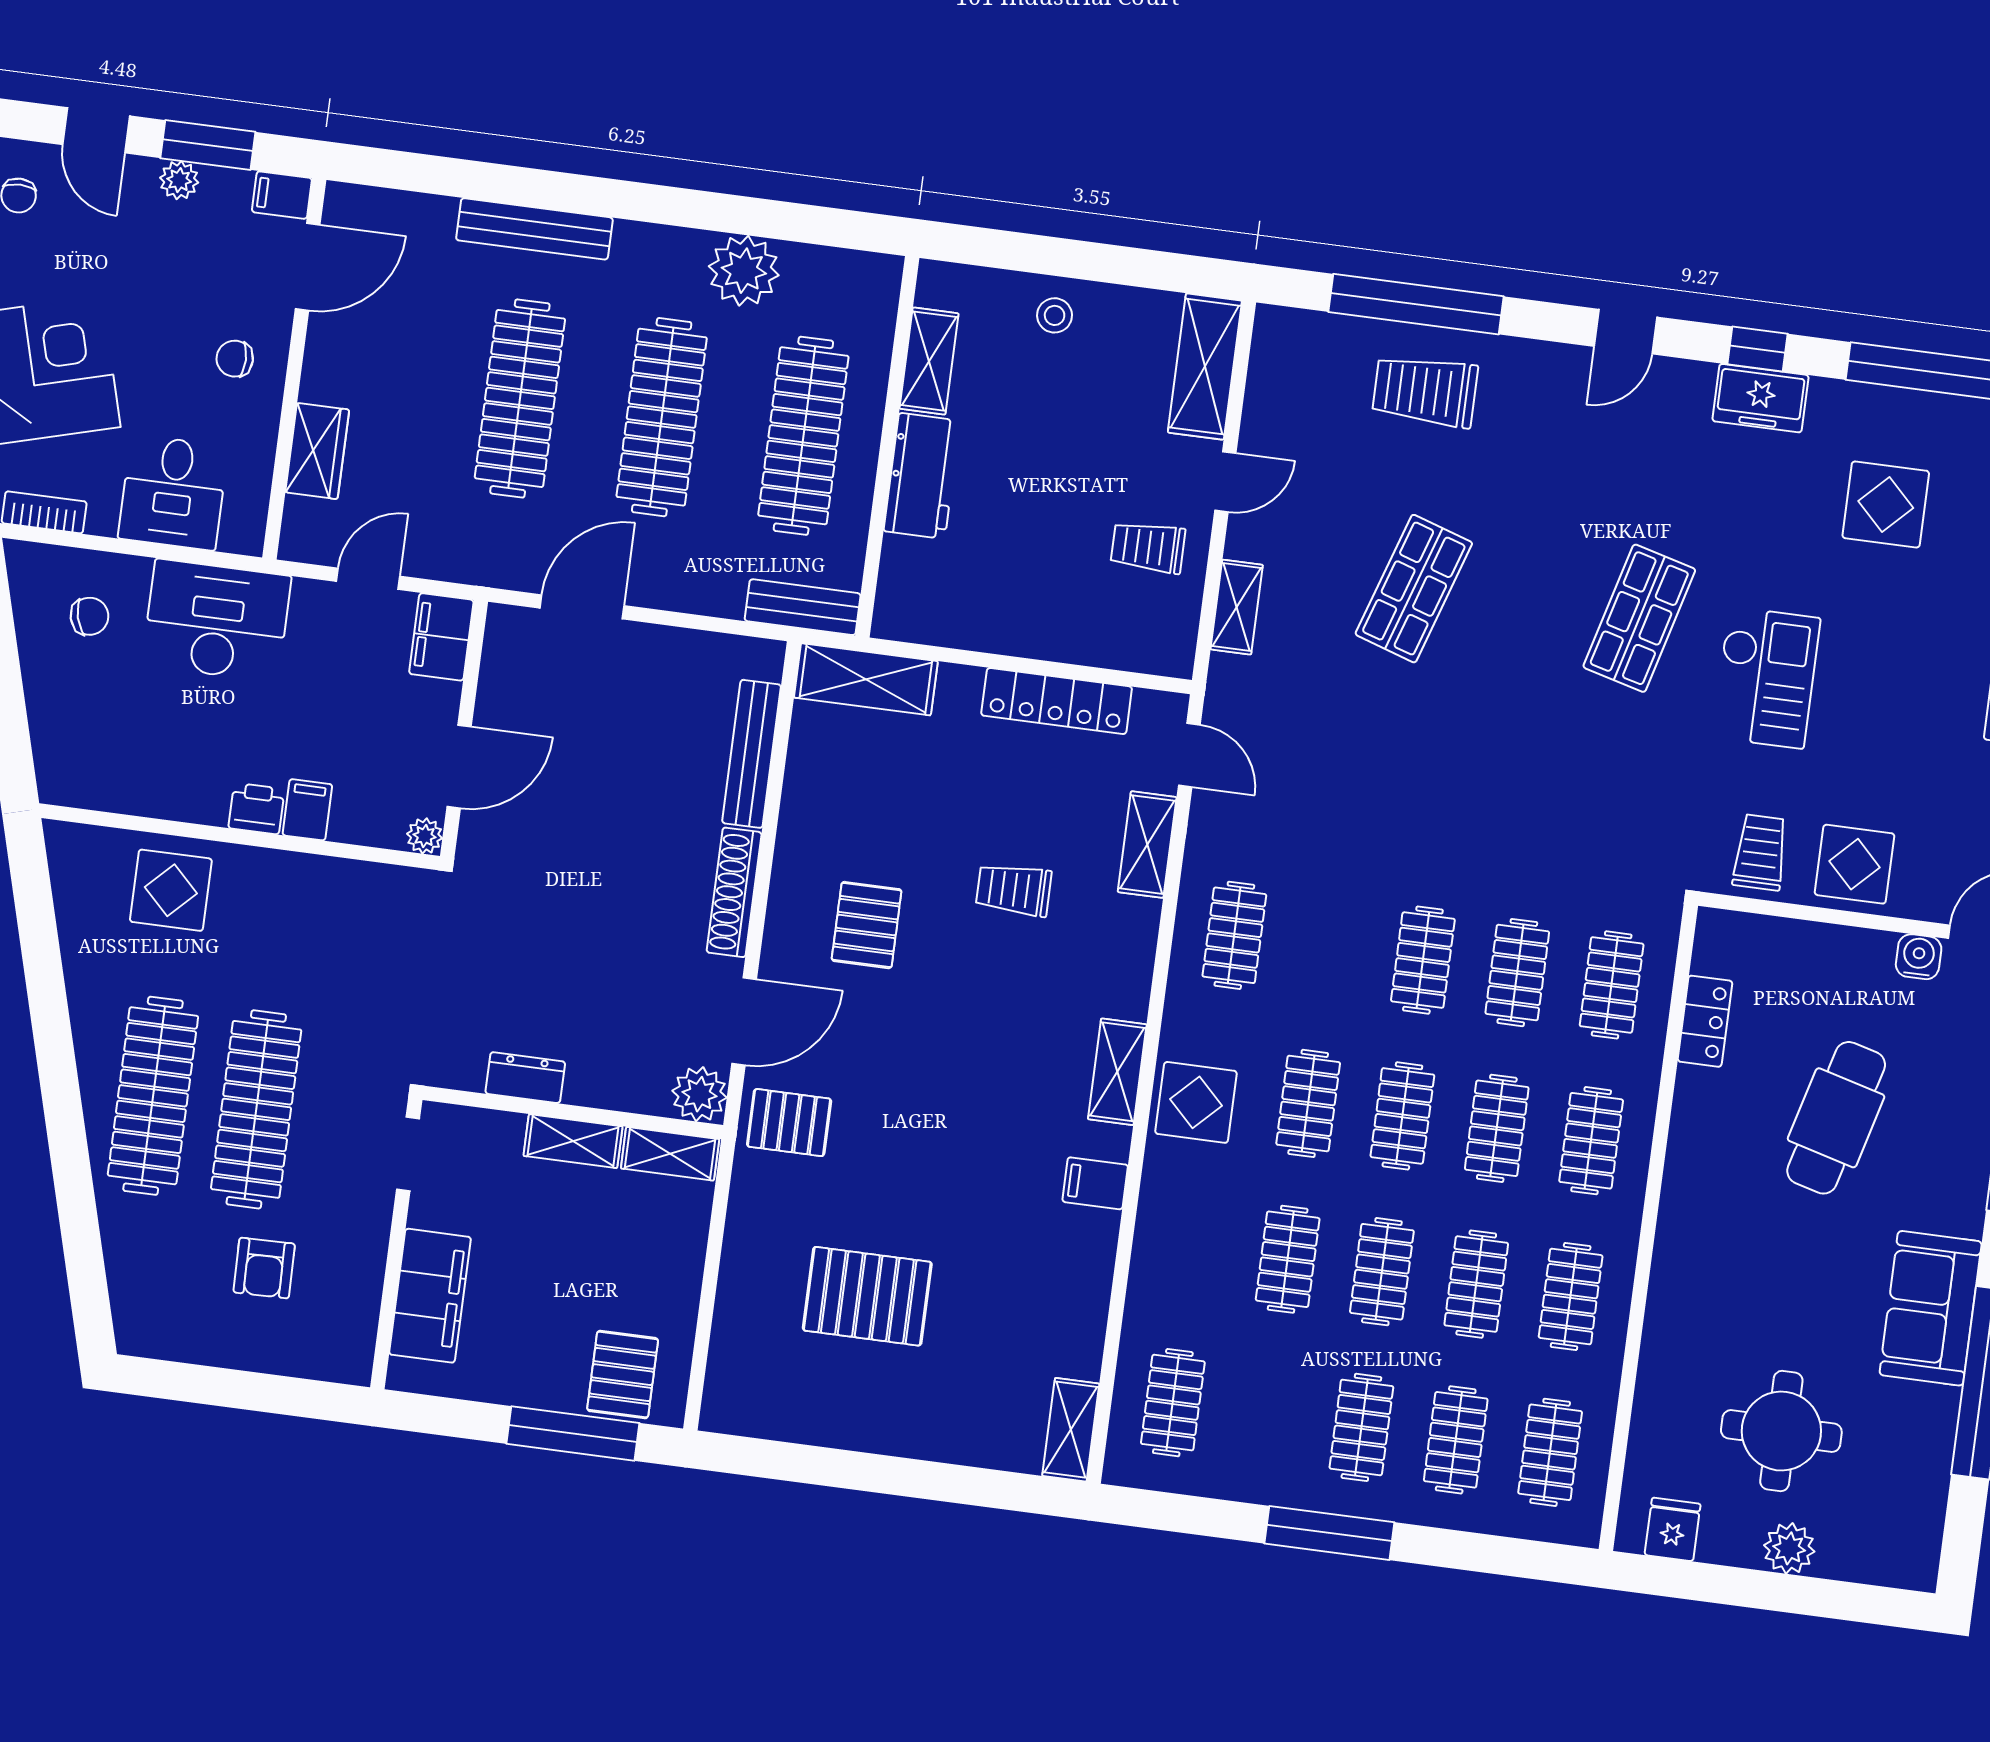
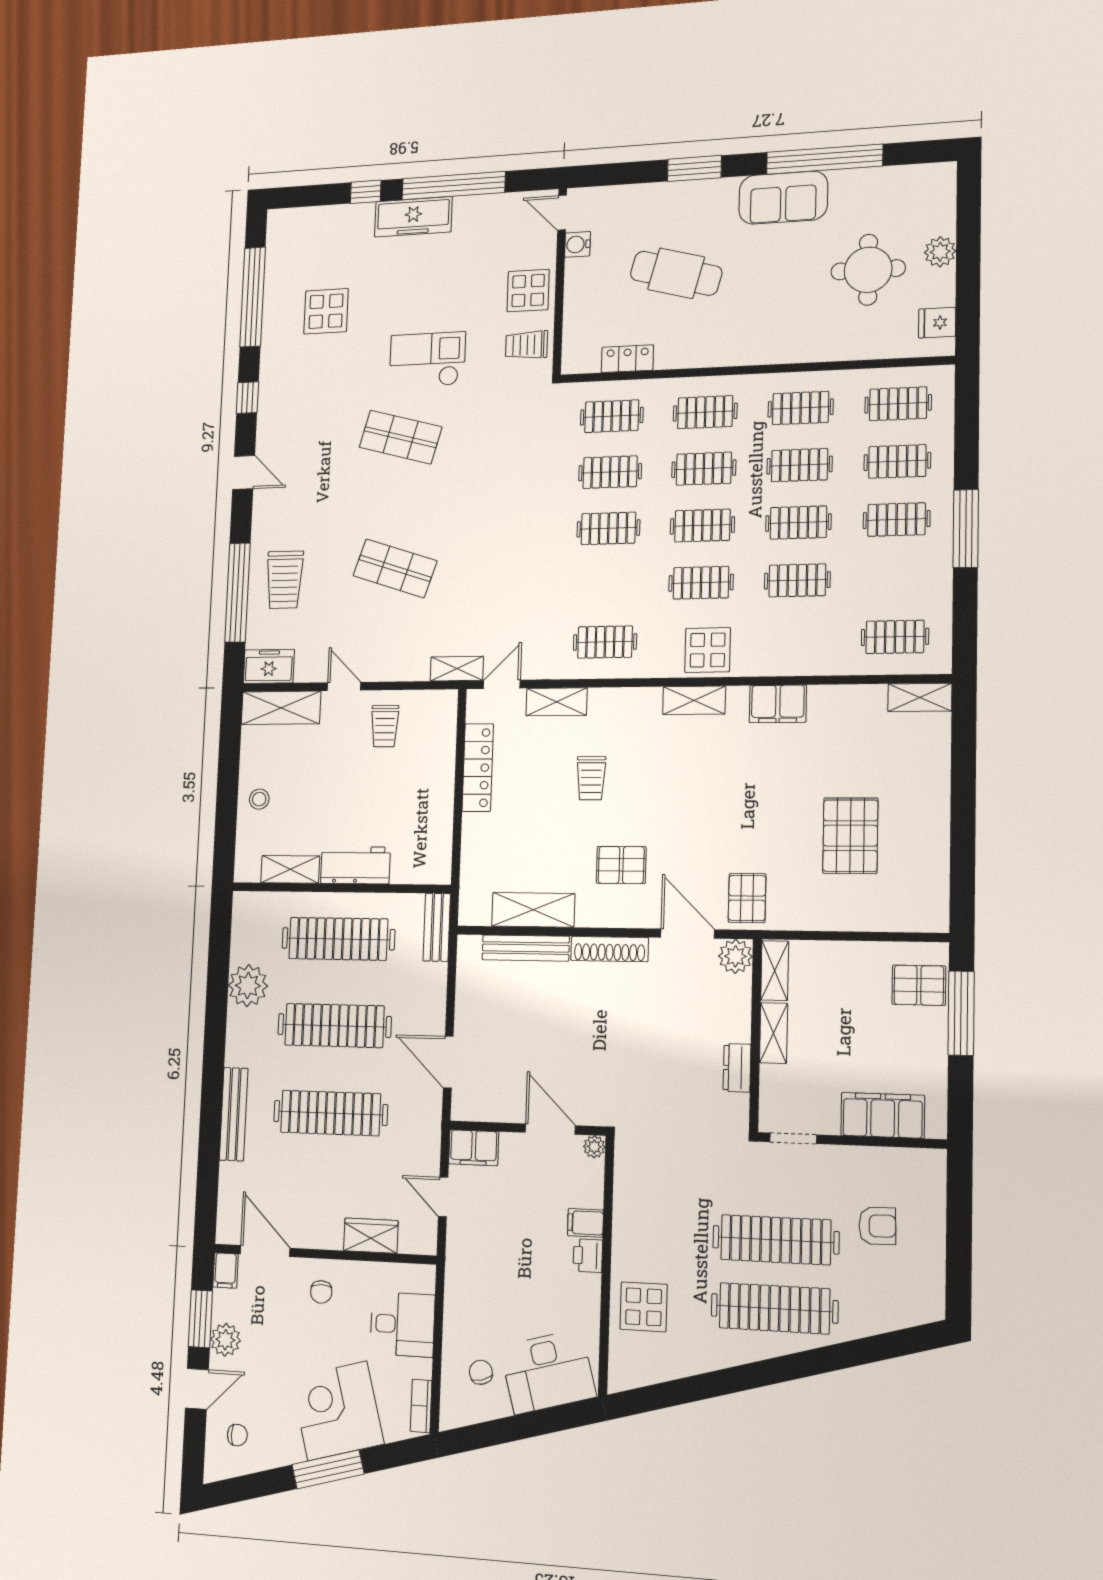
plant: (179, 180) -> (225, 1340), width x1.38, depth x1.38
freezer: (1761, 398) -> (269, 666), moved, turned -90
shelving: (1237, 607) -> (457, 669), moved
desk: (217, 621) -> (548, 1372), moved, turned -106
shelving: (866, 679) -> (533, 910), moved, turned 90
filing cabinet: (1095, 1183) -> (778, 704), width x2.00

